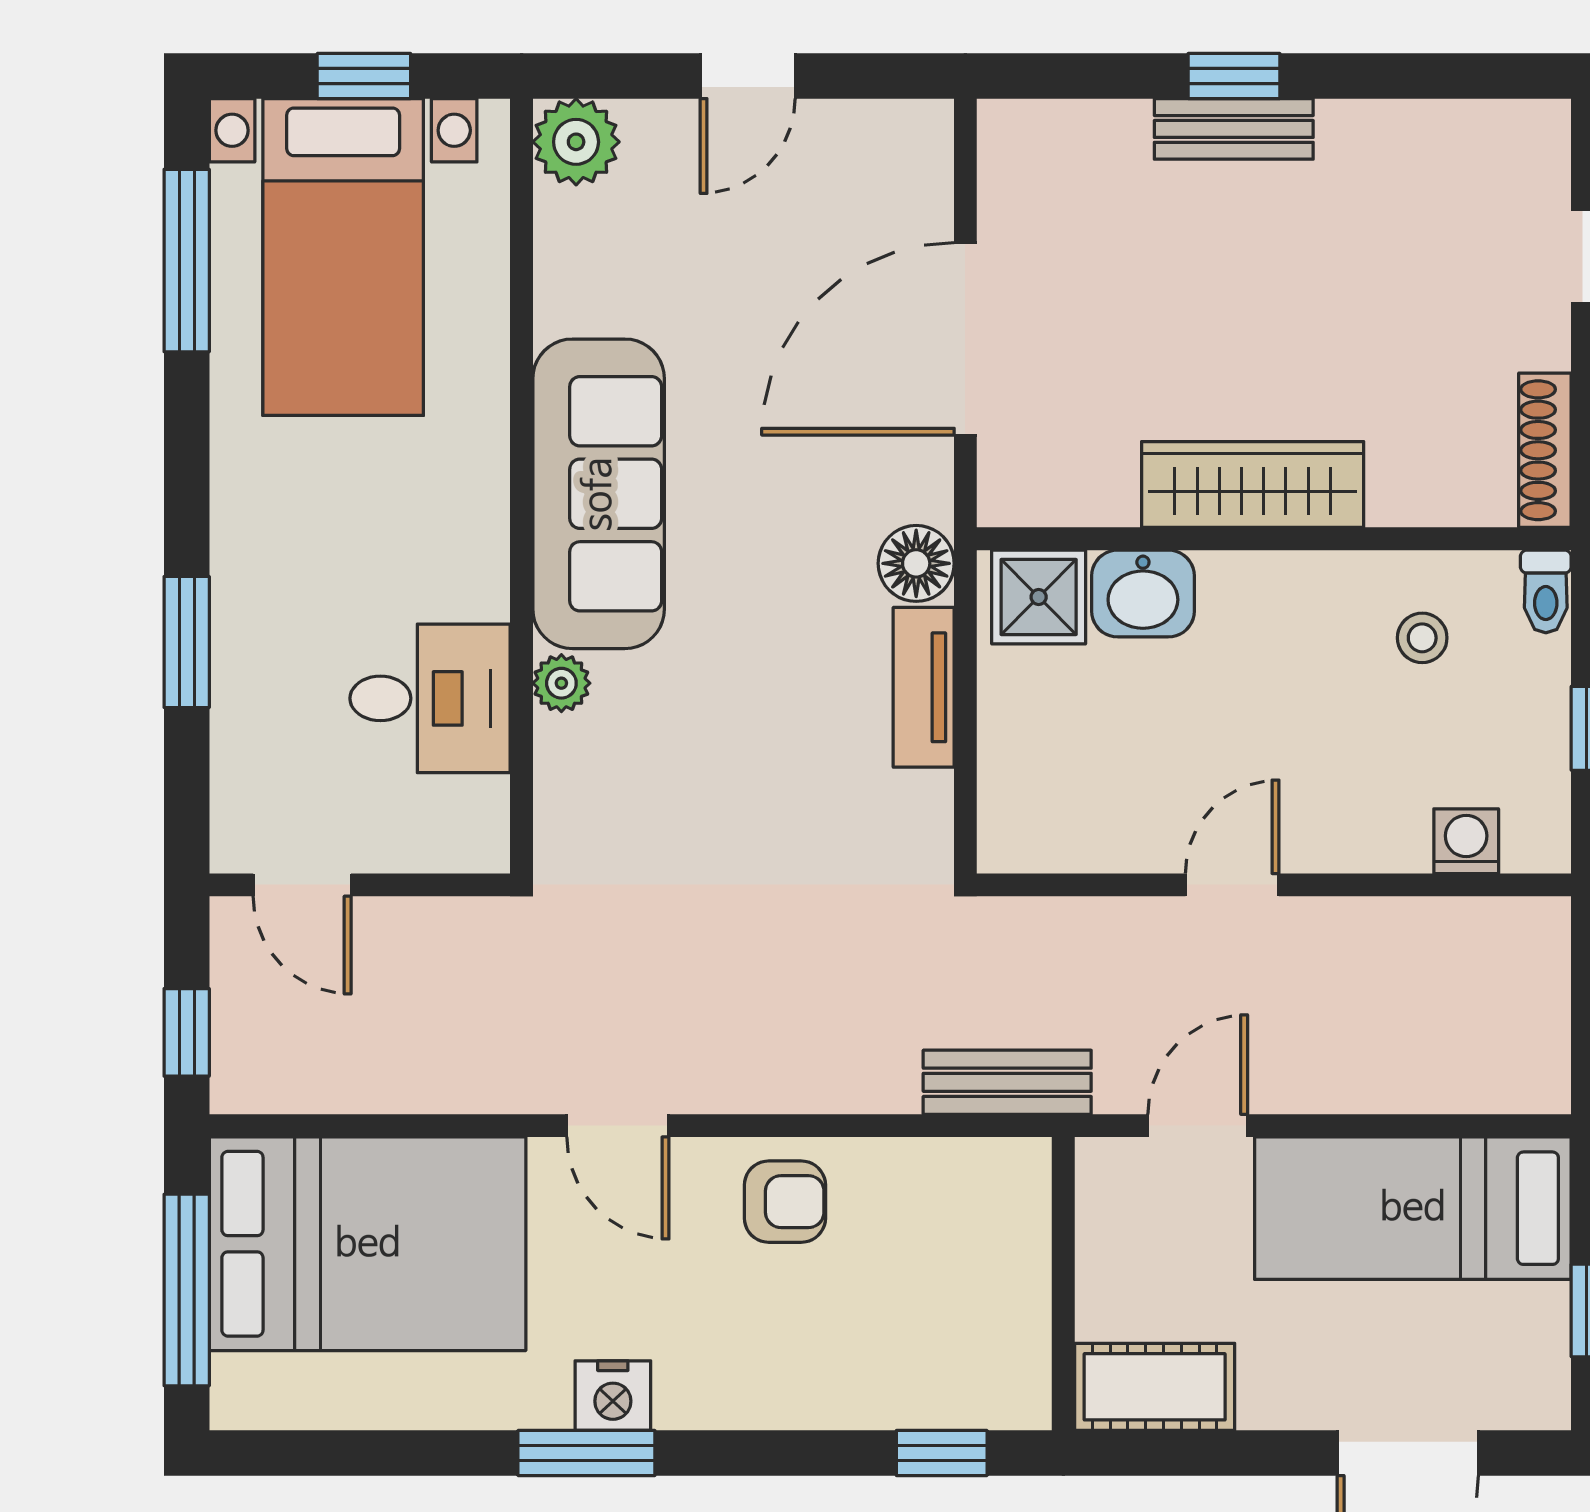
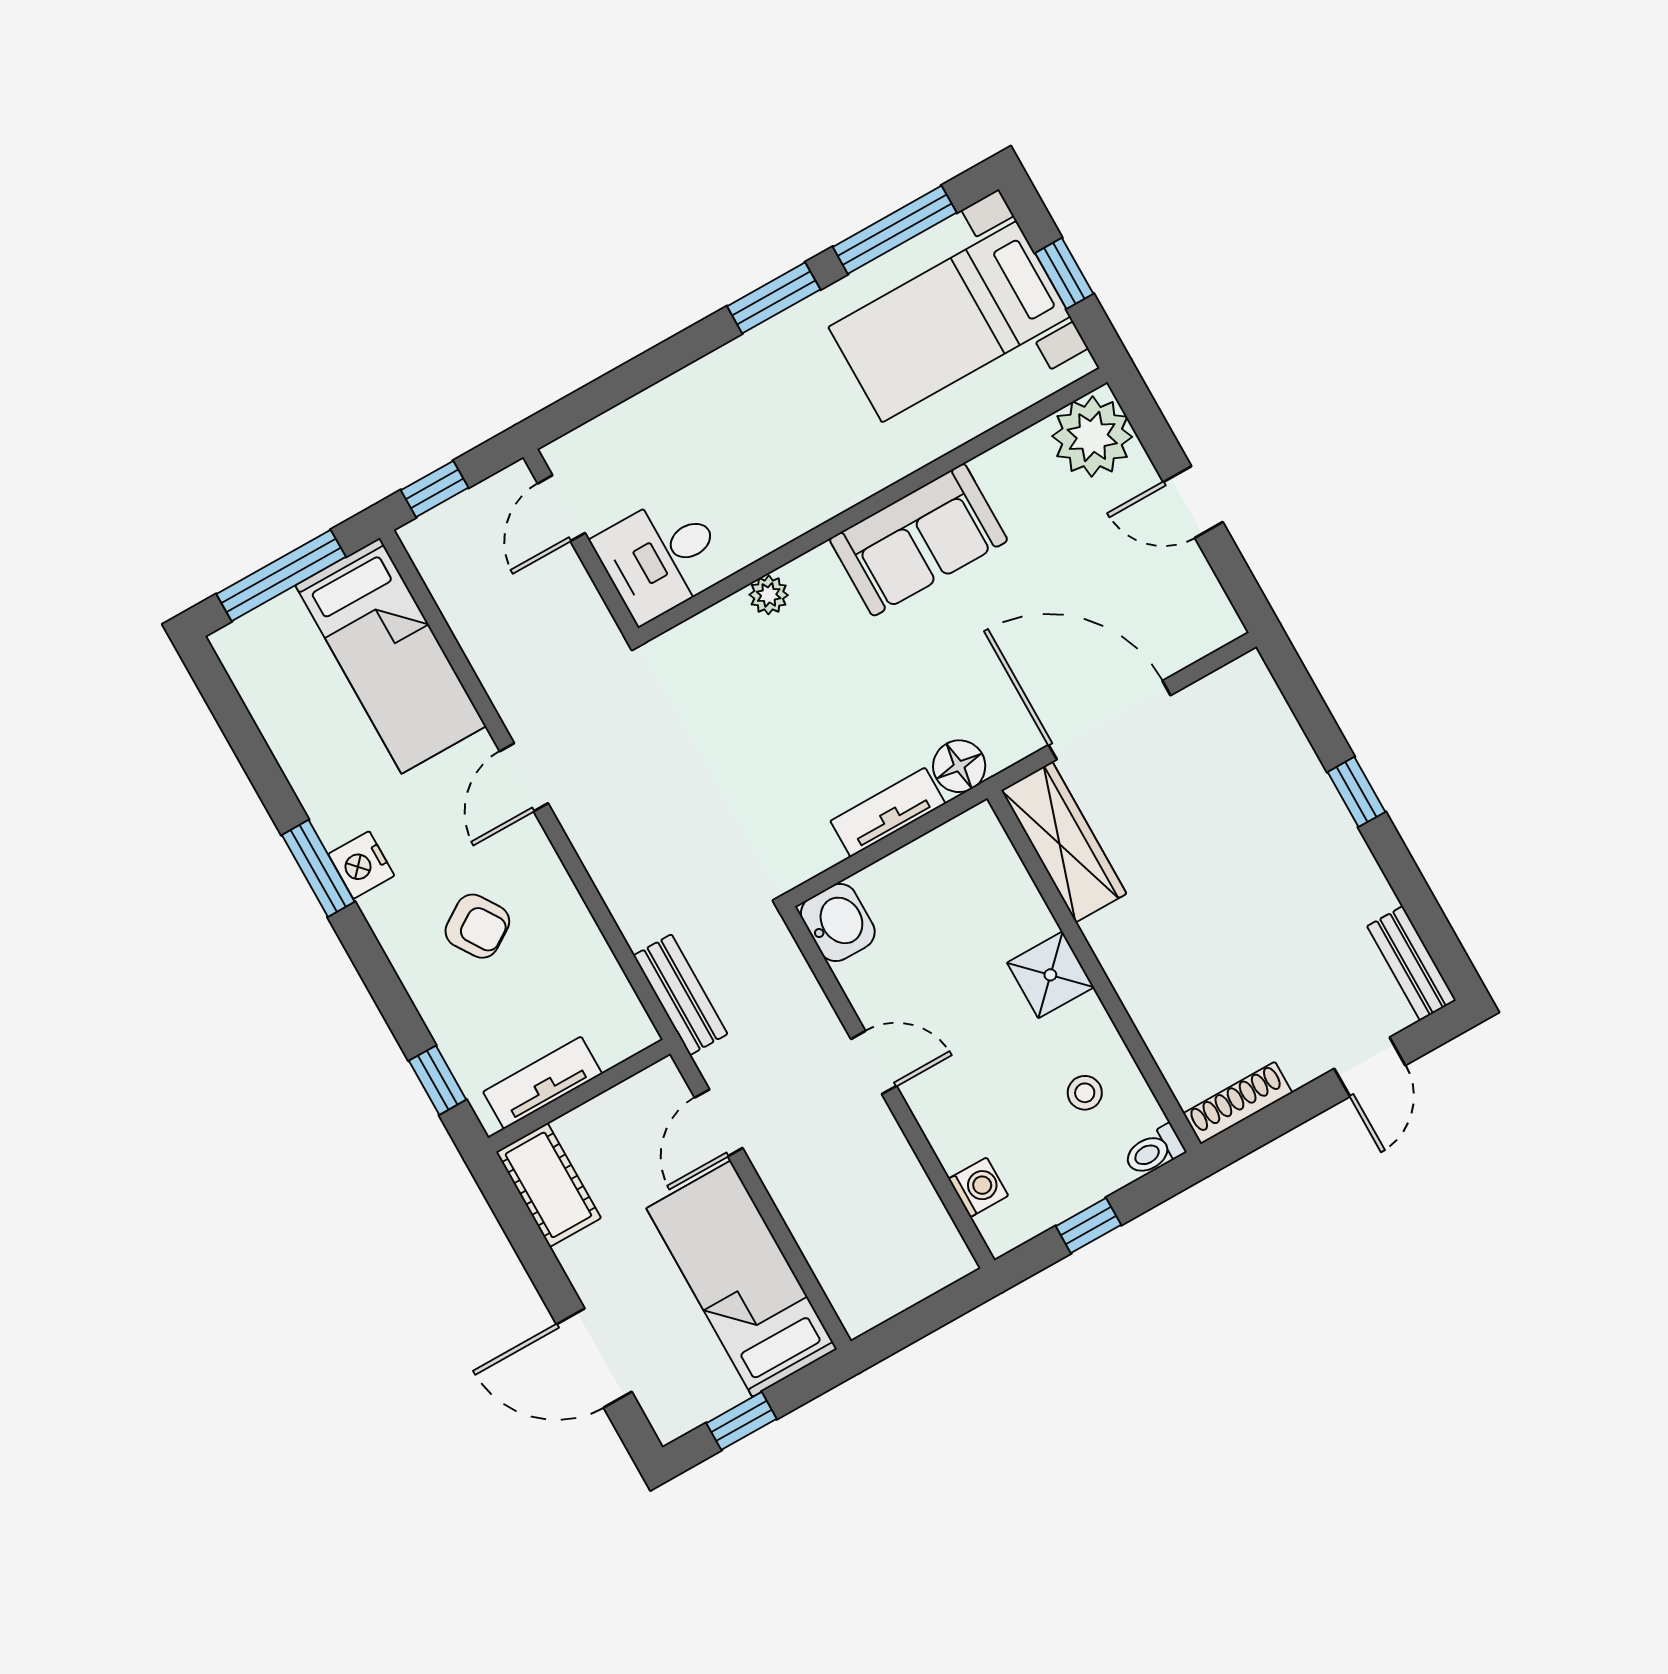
bench: (1234, 129) -> (1411, 963), moved
plant: (576, 142) -> (1092, 437), width x1.36, depth x1.36
wardrobe: (1253, 485) -> (1064, 842), moved
sofa: (599, 494) -> (918, 540), width x0.73
washbasin: (1143, 594) -> (838, 923), moved, turned 180
shower: (1039, 597) -> (1050, 975), moved
window: (187, 642) -> (774, 298), moved
desk: (430, 698) -> (661, 557), moved, turned 90
door: (1198, 1126) -> (719, 1123), swing flipped
armchair: (785, 1202) -> (477, 926), moved, turned -33
bed: (368, 1244) -> (391, 656), width x0.67
tv unit: (1020, 1321) -> (543, 1083), added

